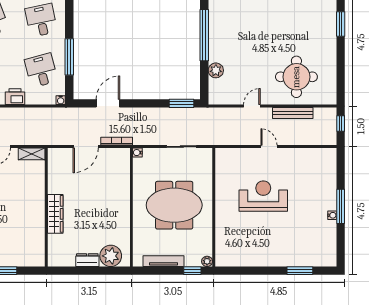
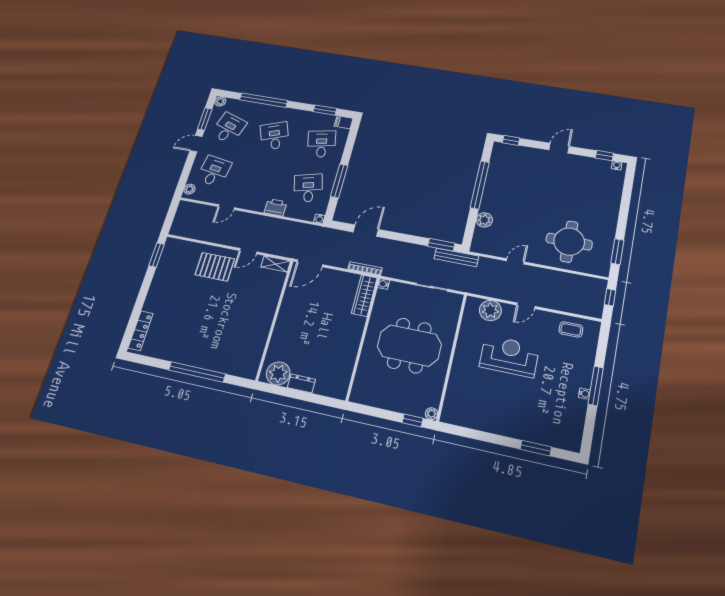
window: (341, 24) -> (617, 252), moved
bench: (293, 113) -> (456, 257), moved
door: (86, 147) -> (310, 263), moved
door: (269, 147) -> (526, 306), swing flipped
plant: (239, 158) -> (490, 310), added
coffee table: (312, 160) -> (571, 329), added
wardrobe: (55, 214) -> (364, 296), moved, turned 180
plant: (111, 256) -> (278, 373), moved
tv unit: (164, 261) -> (383, 403), removed

